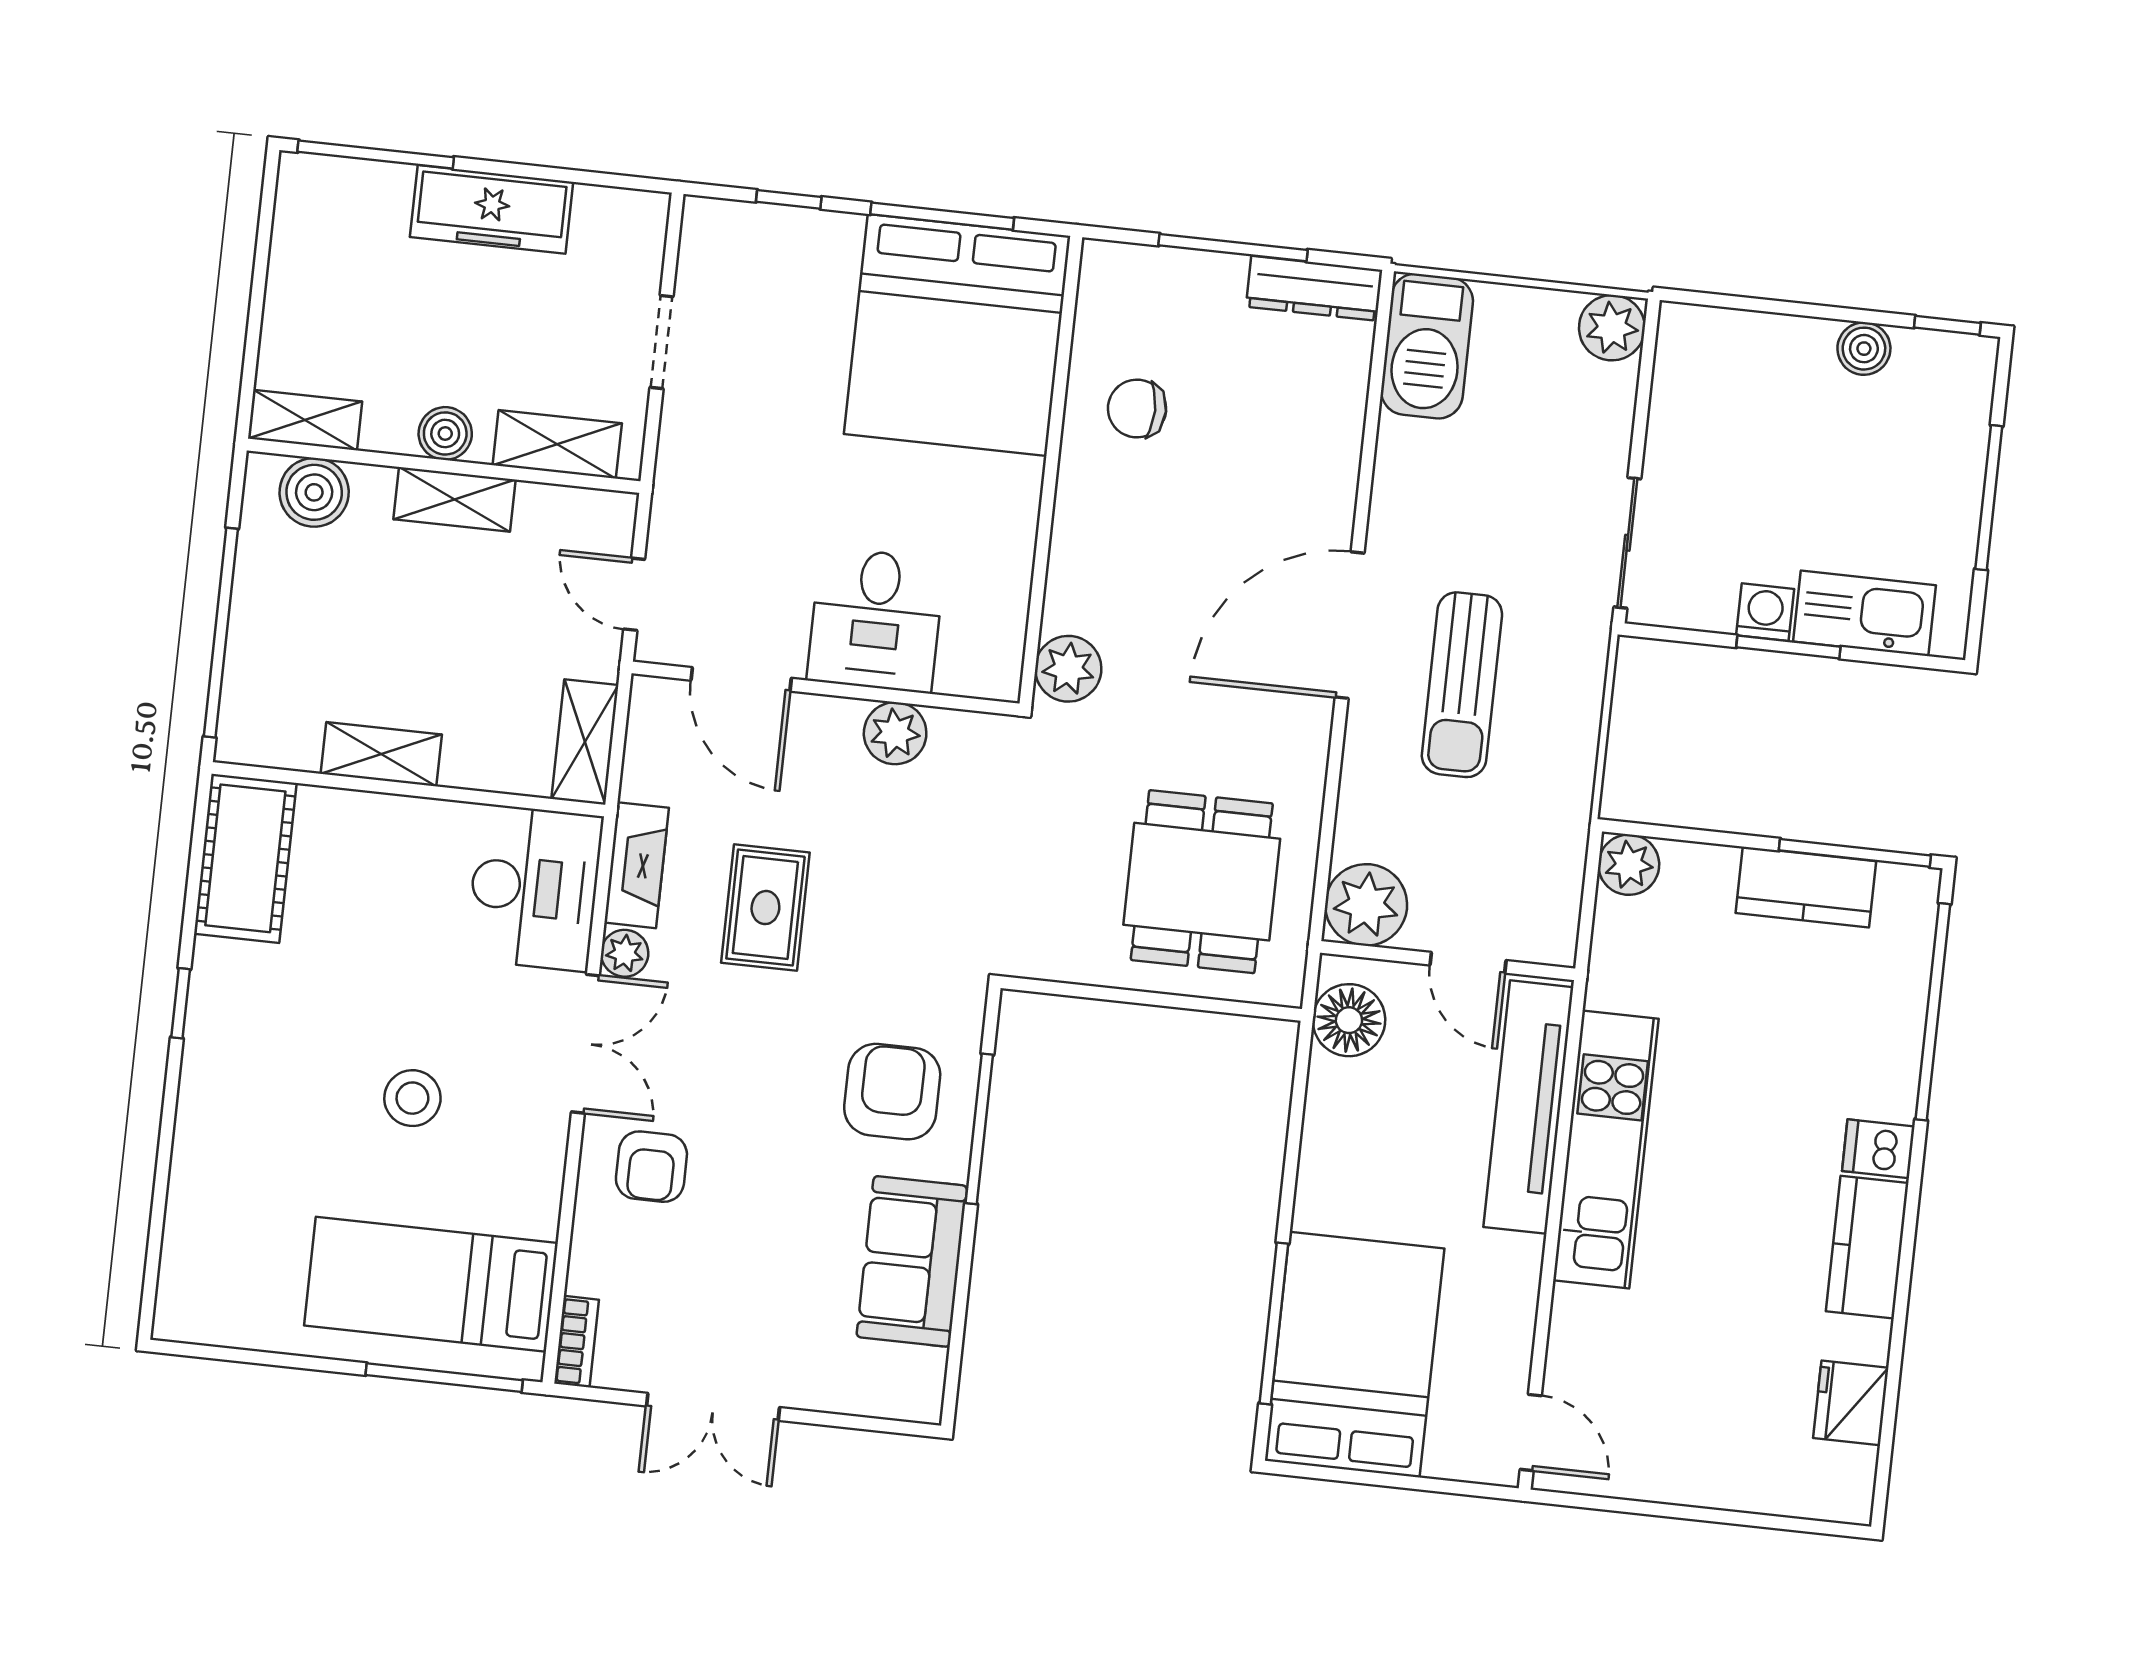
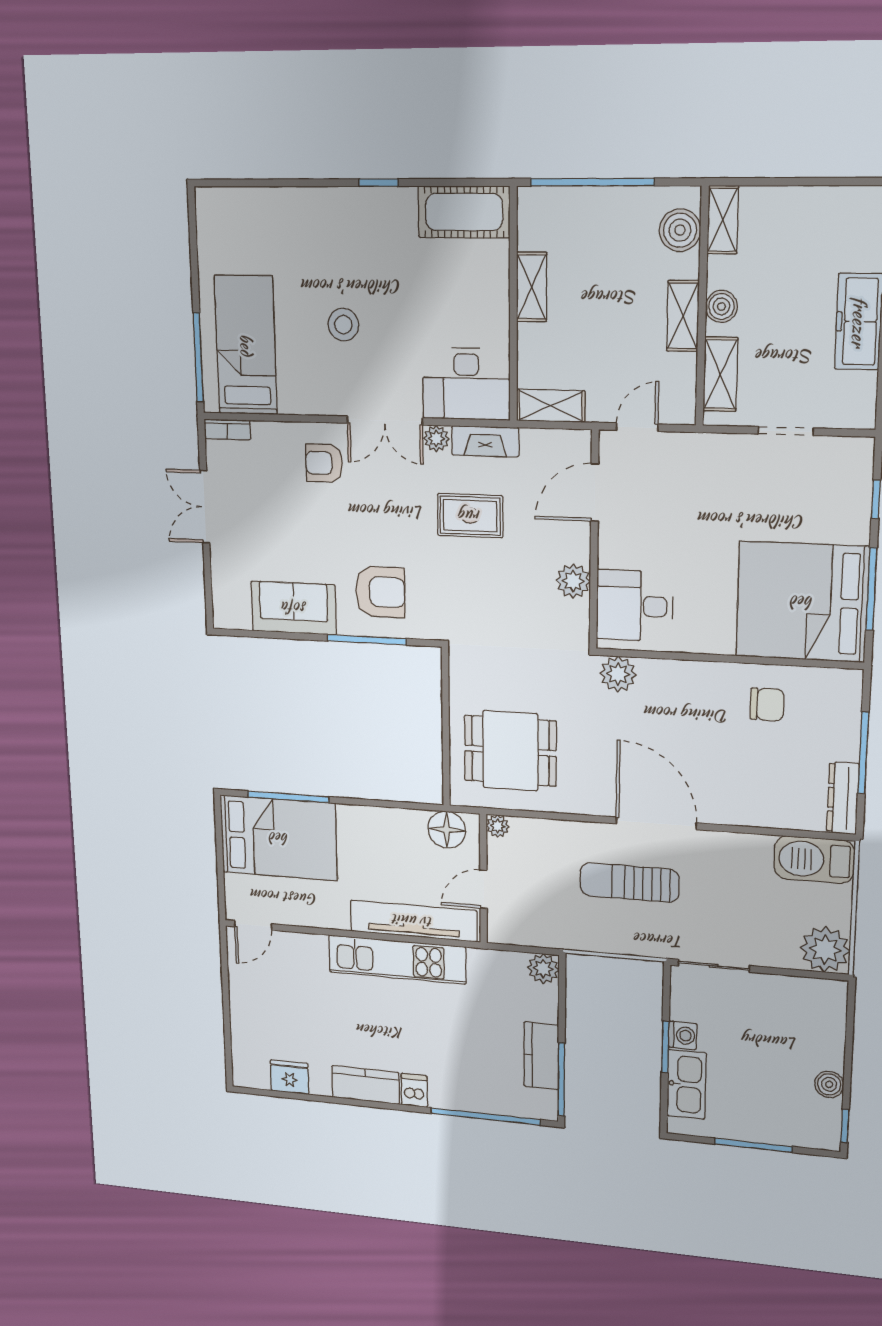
plant: (1612, 328) -> (825, 949), width x1.36, depth x1.36
chair: (1137, 409) -> (767, 704), turned 90
desk: (876, 620) -> (635, 606), moved
plant: (1366, 905) -> (498, 826), width x0.53, depth x0.53

